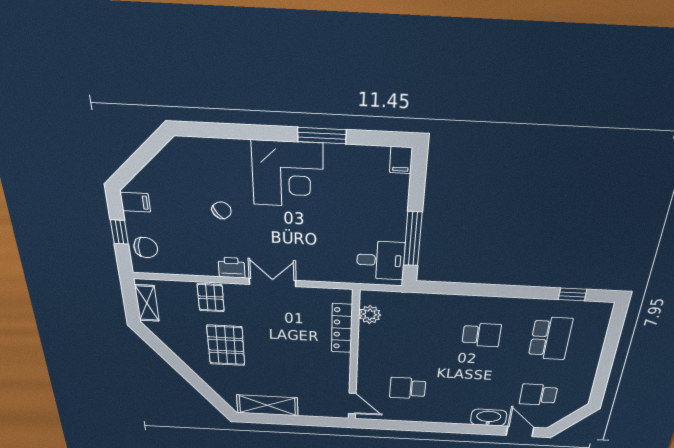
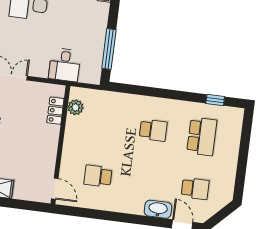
desk: (381, 260) -> (65, 65), moved, turned 90
locker: (342, 328) -> (55, 111), width x0.66
school desk: (538, 395) -> (195, 189), turned 180

